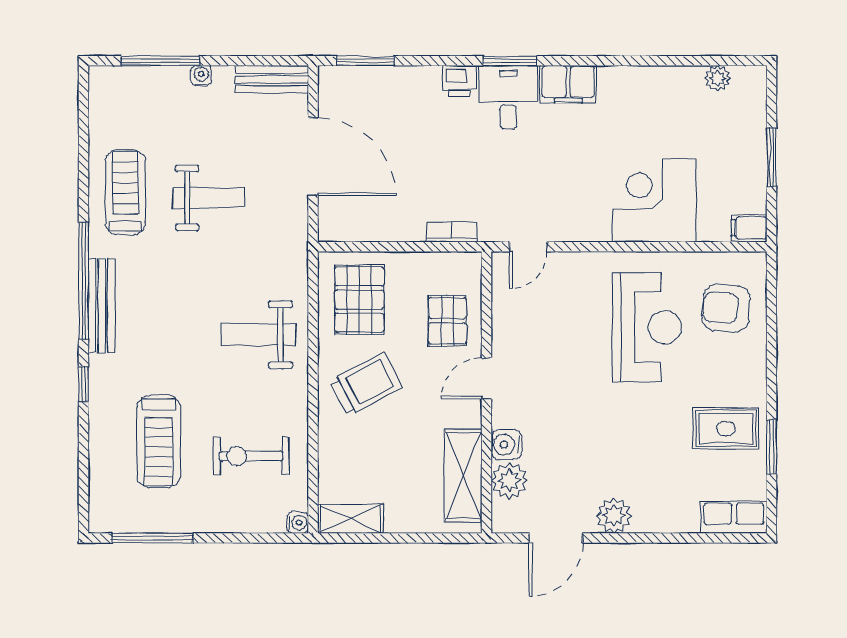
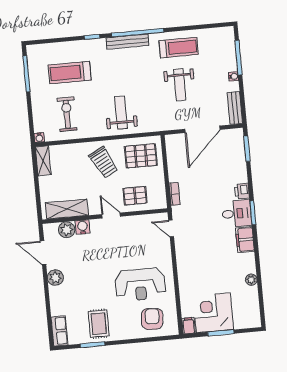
plant: (718, 78) -> (251, 280), moved
corner desk: (654, 200) -> (213, 313), moved, turned -90

